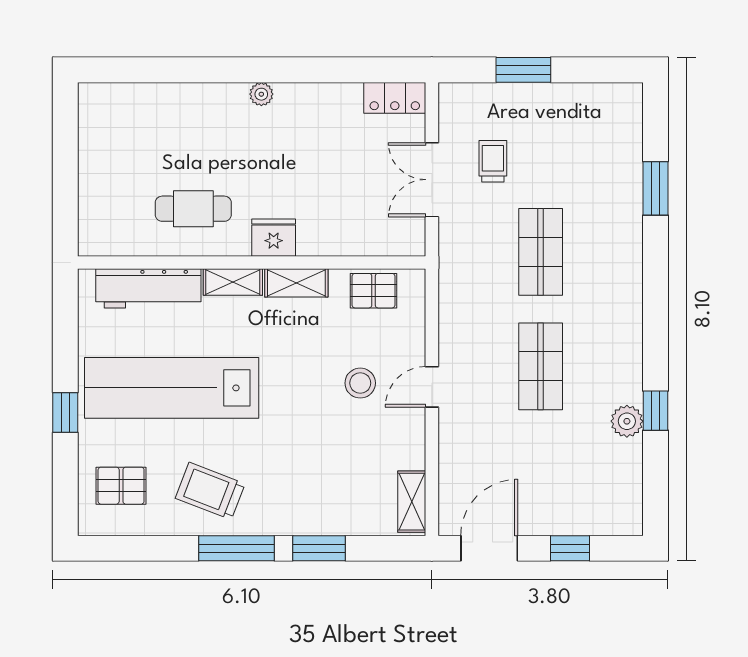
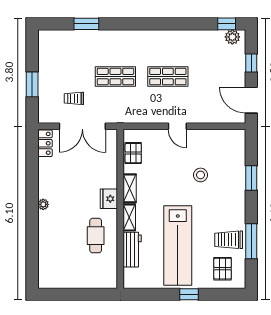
double door: (432, 180) -> (82, 126), width x1.37
workbench: (148, 288) -> (132, 250), width x0.73
stool: (360, 383) -> (201, 175), moved
window: (655, 411) -> (227, 24), moved
plant: (627, 421) -> (232, 37), moved
trolley: (210, 491) -> (229, 240), moved, turned 69
shelving: (412, 502) -> (230, 135), removed
window: (236, 548) -> (251, 241), moved

